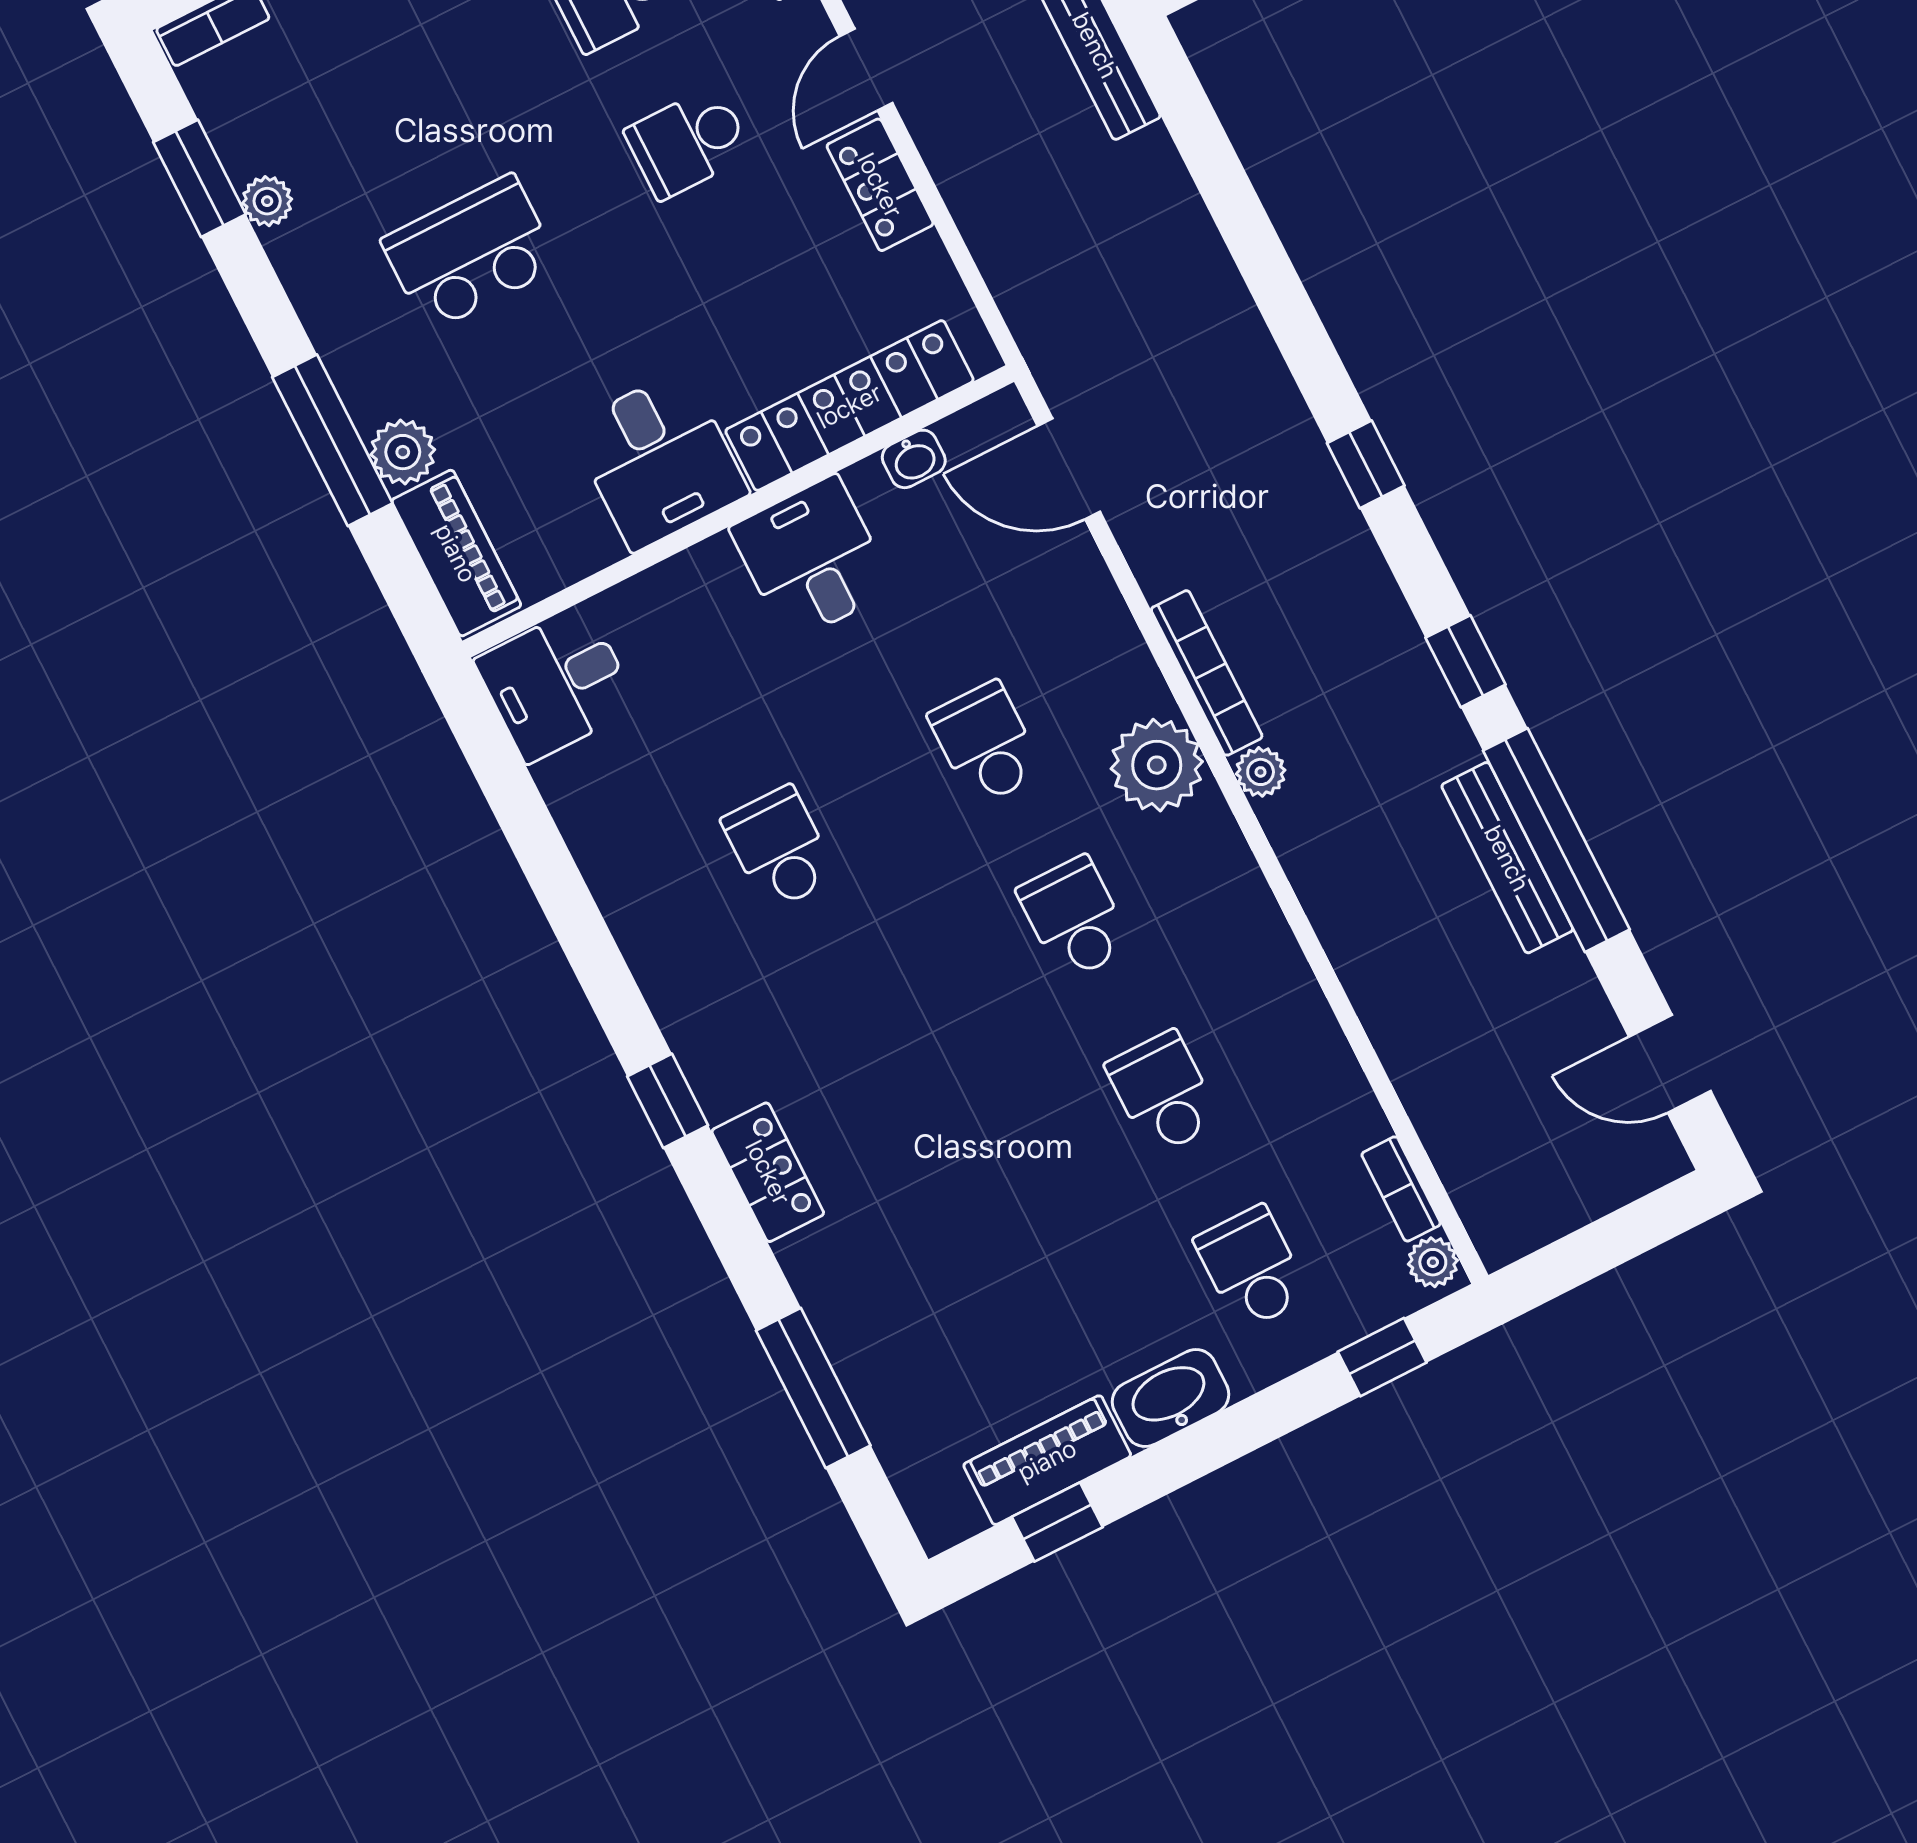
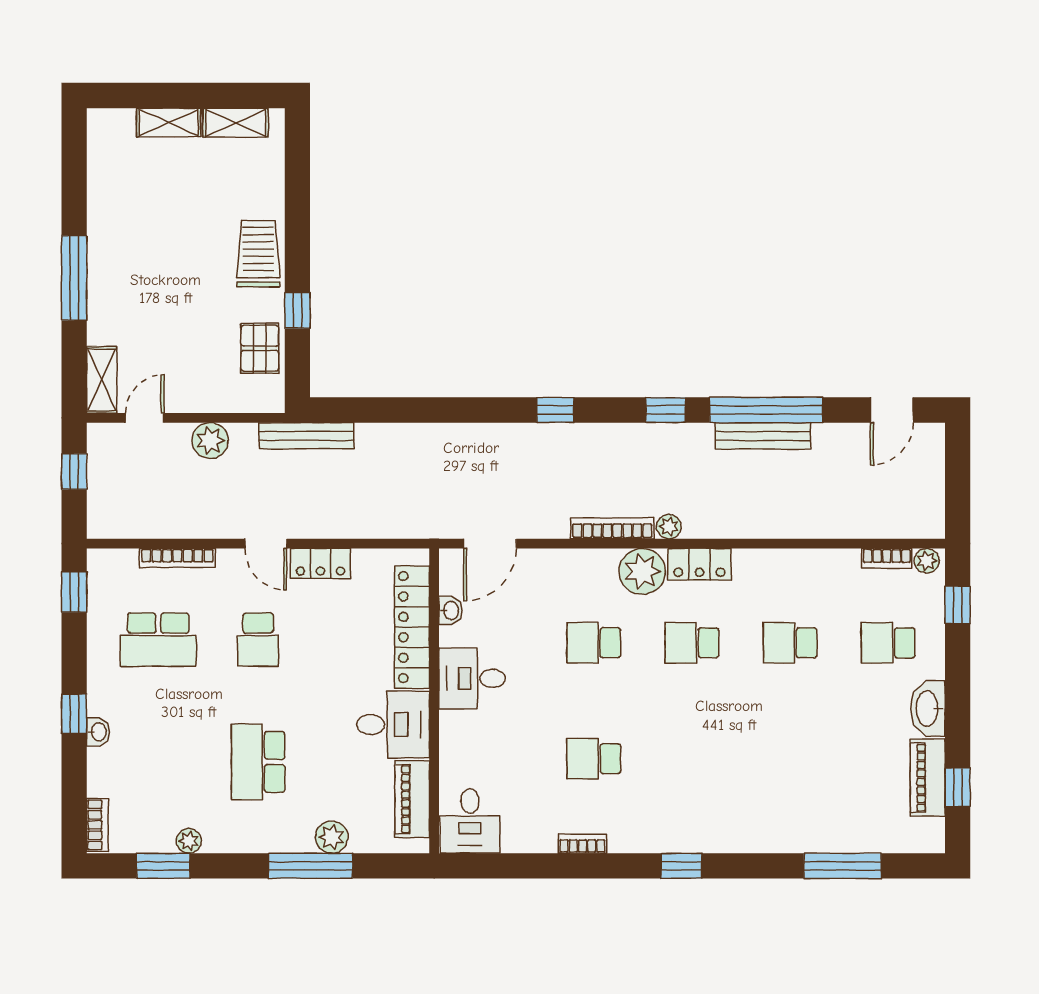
piano: (456, 553) -> (412, 799), moved, turned -90
bookcase: (618, 905) -> (582, 844), added
locker: (768, 1172) -> (699, 564), moved, turned 180

